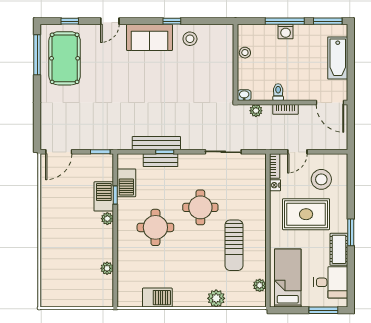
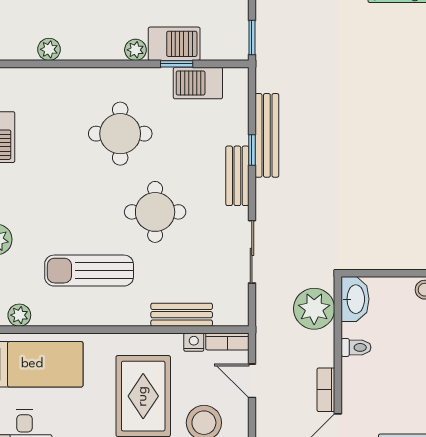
washbasin: (244, 95) -> (355, 299), width x1.91, depth x1.45
bookcase: (285, 109) -> (326, 390), moved
plant: (256, 111) -> (314, 309), width x1.88, depth x1.88
bench: (161, 160) -> (237, 176), moved
bench: (259, 192) -> (182, 315), added

